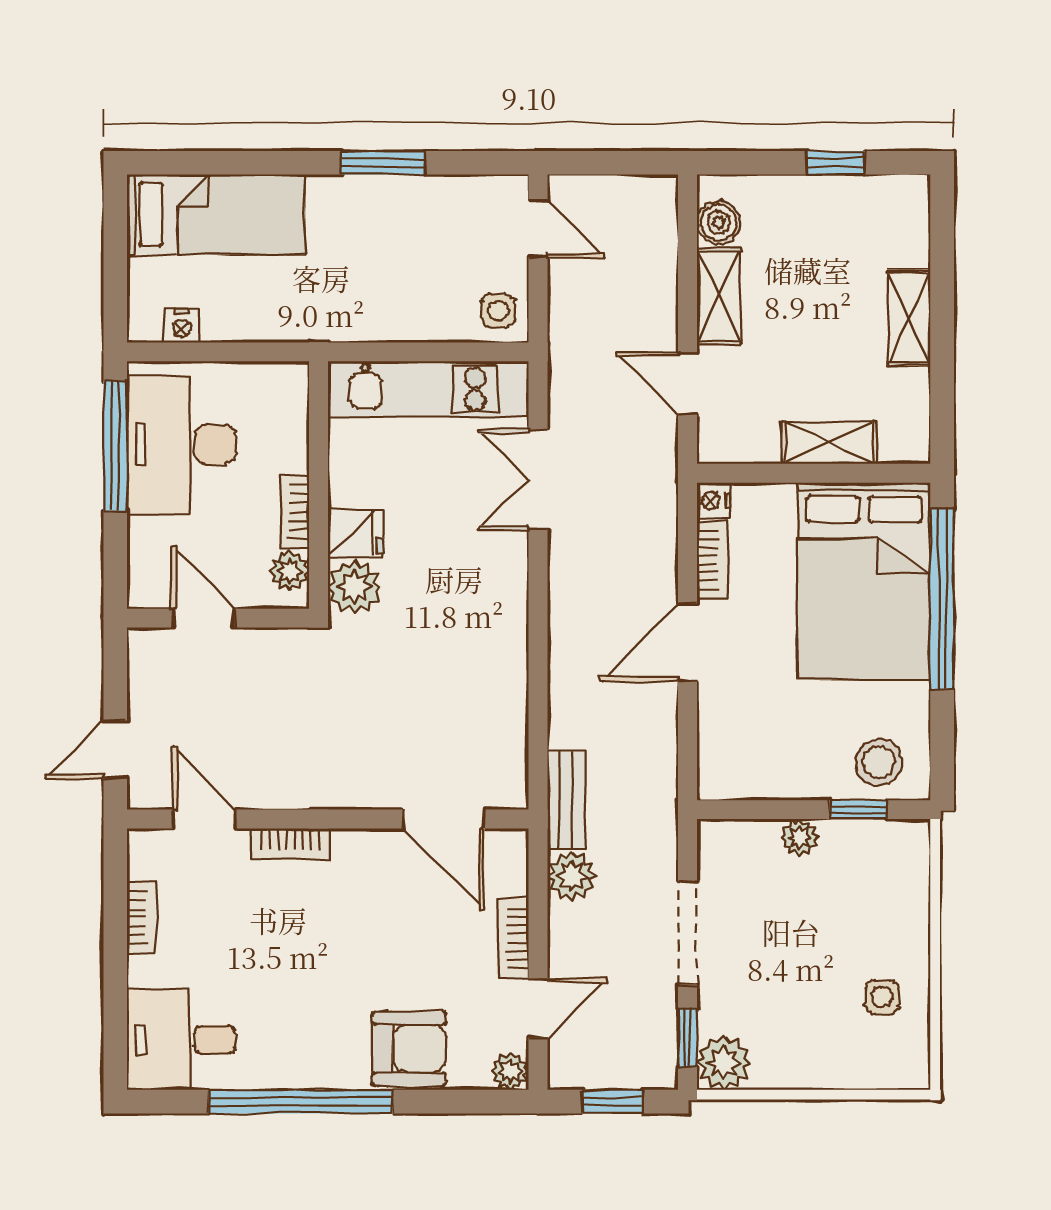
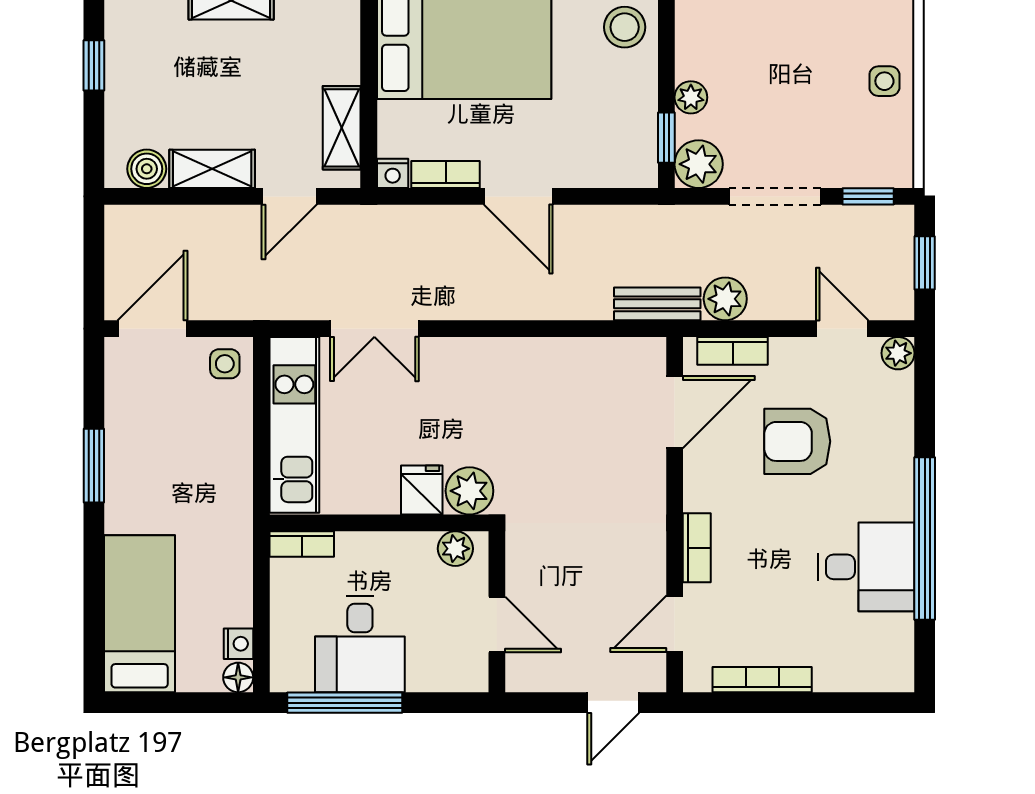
door: (538, 229) -> (153, 329), width x1.38
floor lamp: (144, 326) -> (238, 677), added
shelving: (829, 443) -> (342, 128), moved
desk: (181, 445) -> (360, 644), width x0.73
bookcase: (295, 511) -> (302, 544), moved
door: (204, 618) -> (497, 625), swing flipped
door: (115, 750) -> (613, 703), hinge flipped
window: (858, 810) -> (666, 138), moved
bookcase: (141, 918) -> (762, 680), width x1.56
bookcase: (513, 938) -> (733, 351), moved
side table: (882, 997) -> (884, 81), moved
desk: (181, 1040) -> (866, 567), moved, turned -90
armchair: (409, 1049) -> (797, 441), moved, turned -90
plant: (724, 1063) -> (699, 164), moved

